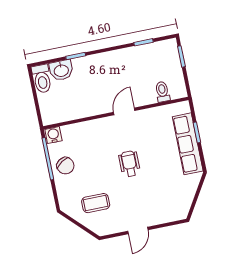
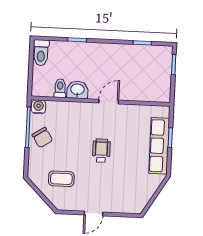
washbasin: (61, 70) -> (77, 90), moved, turned 180
toilet: (162, 92) -> (60, 88), moved

